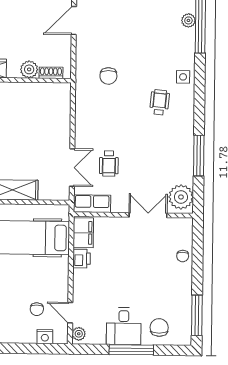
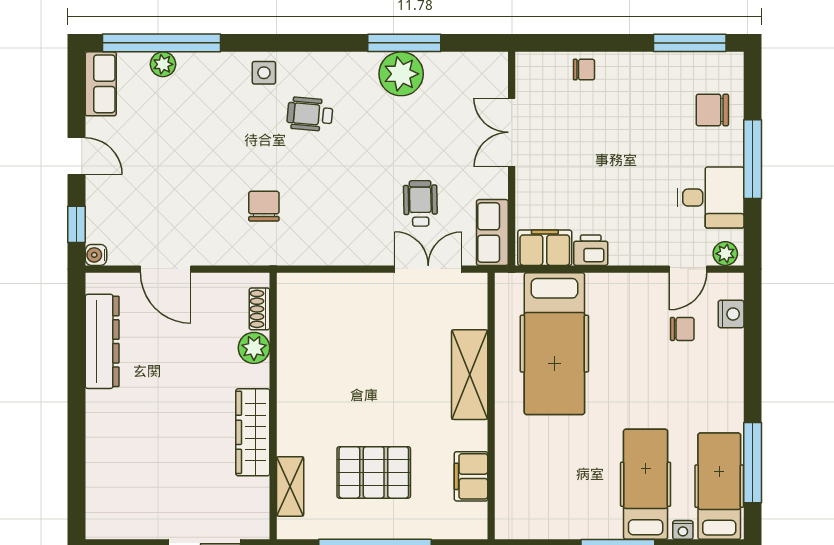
chair: (108, 76) -> (264, 206), turned -90
wheelchair: (109, 164) -> (420, 203), turned -91
plant: (181, 197) -> (401, 74), moved
desk: (124, 326) -> (711, 198), moved

